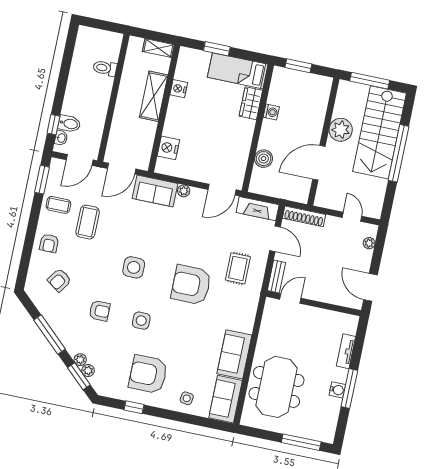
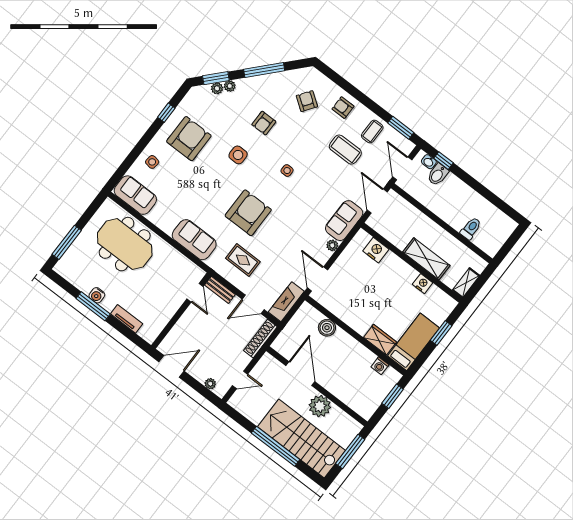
washing machine: (271, 112) -> (380, 366), moved
side table: (134, 267) -> (287, 171), width x0.54, depth x0.54
sofa: (234, 354) -> (194, 240), moved

